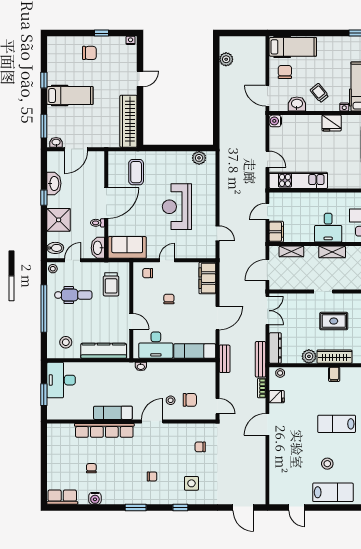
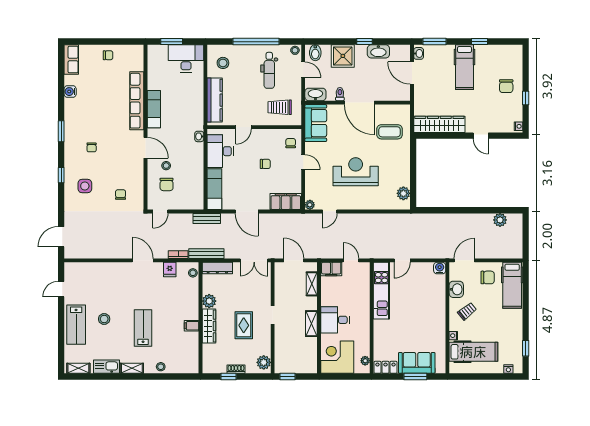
fridge: (332, 123) -> (438, 323), removed
plant: (211, 254) -> (310, 205), added
chair: (91, 468) -> (108, 55), moved

